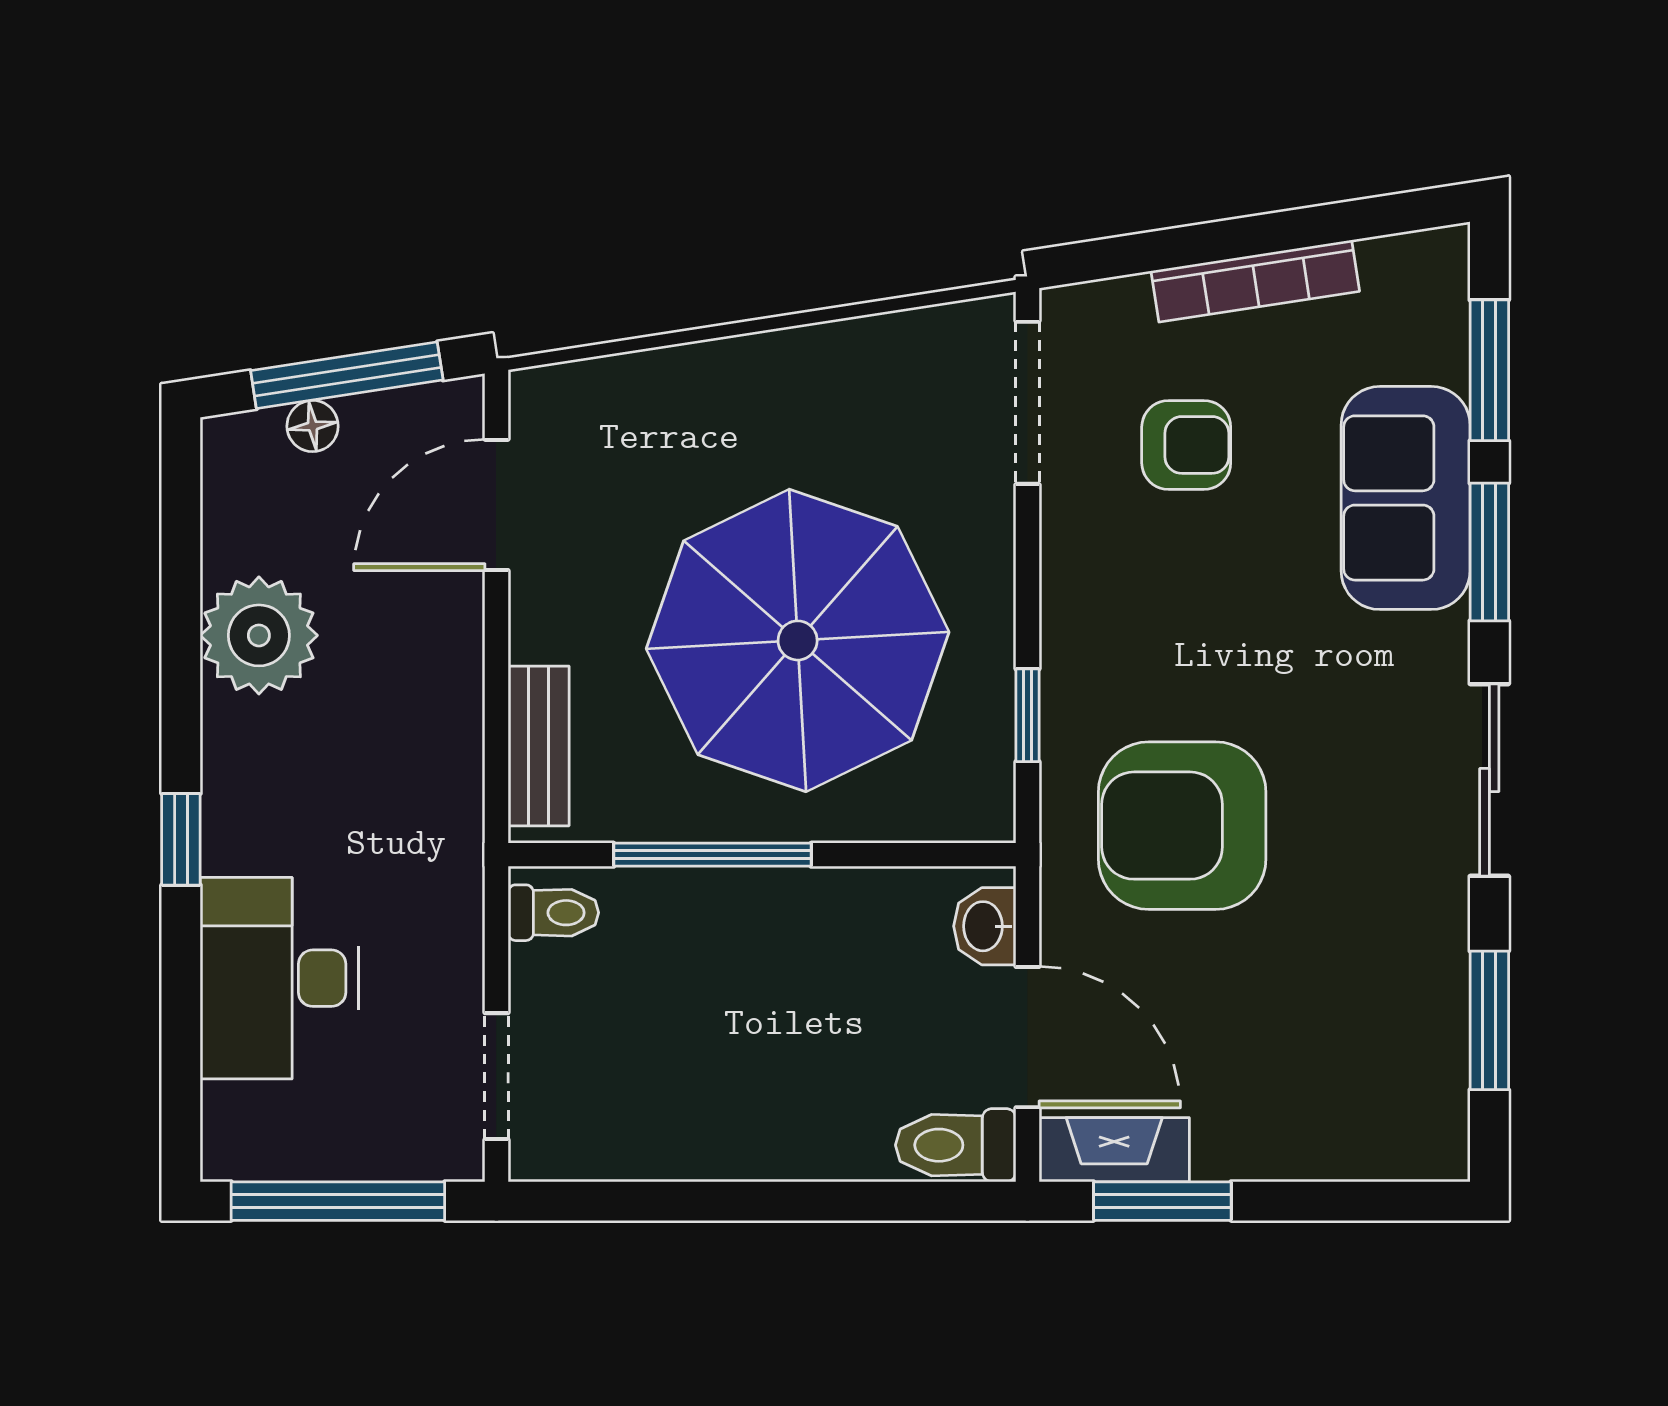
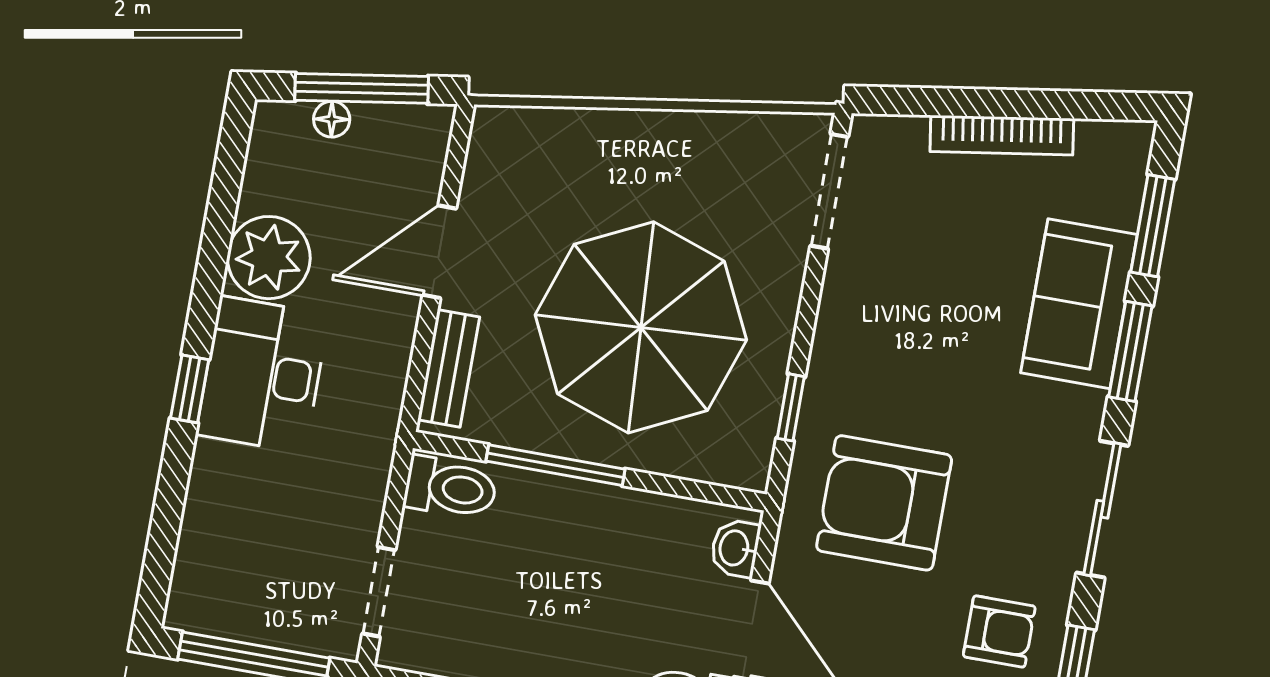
armchair: (1186, 445) -> (999, 631), moved
door: (496, 505) -> (439, 252), moved
toilet: (553, 913) -> (450, 488), width x1.37, depth x1.39
desk: (279, 978) -> (262, 375), moved

